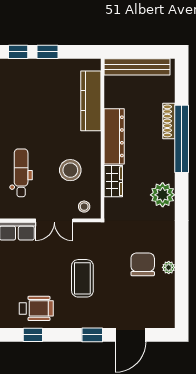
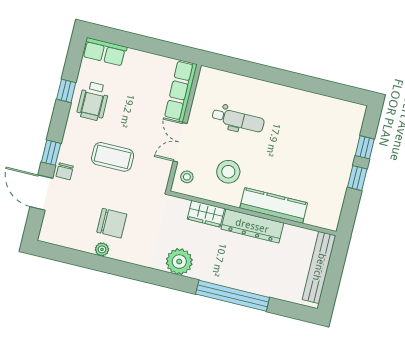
kitchen counter: (91, 101) -> (274, 205), moved
shoe rack: (169, 121) -> (255, 287), removed
chair: (106, 319) -> (65, 171), added

